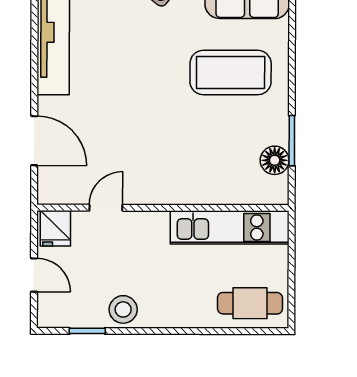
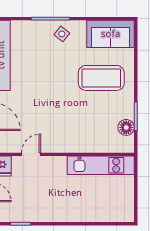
cafe table: (250, 303) -> (112, 208), removed
stool: (123, 309) -> (41, 212), removed

